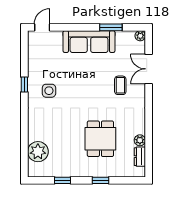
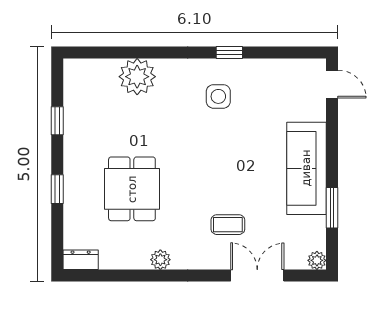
dining table: (100, 139) -> (132, 189), turned 90
plant: (140, 140) -> (160, 260), moved
plant: (38, 152) -> (137, 77), moved
dresser: (140, 157) -> (81, 260), moved

